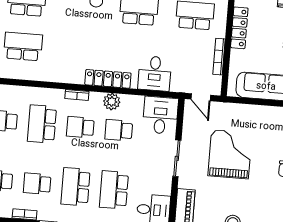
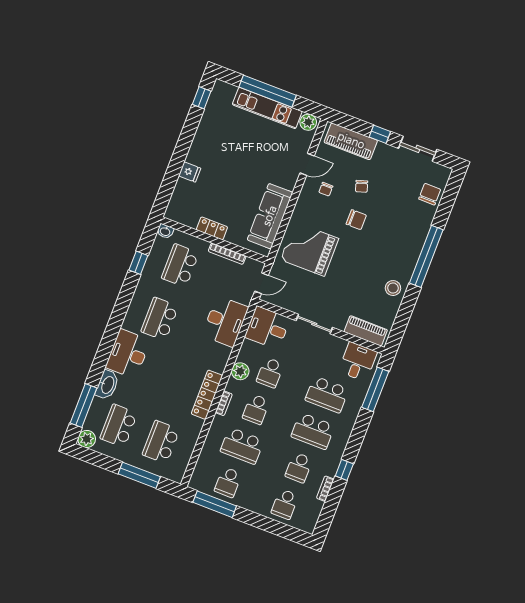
locker: (239, 28) -> (212, 228), width x0.66
desk: (155, 73) -> (225, 321), width x1.37
locker: (108, 79) -> (207, 395), moved
grand piano: (230, 154) -> (310, 249), moved

